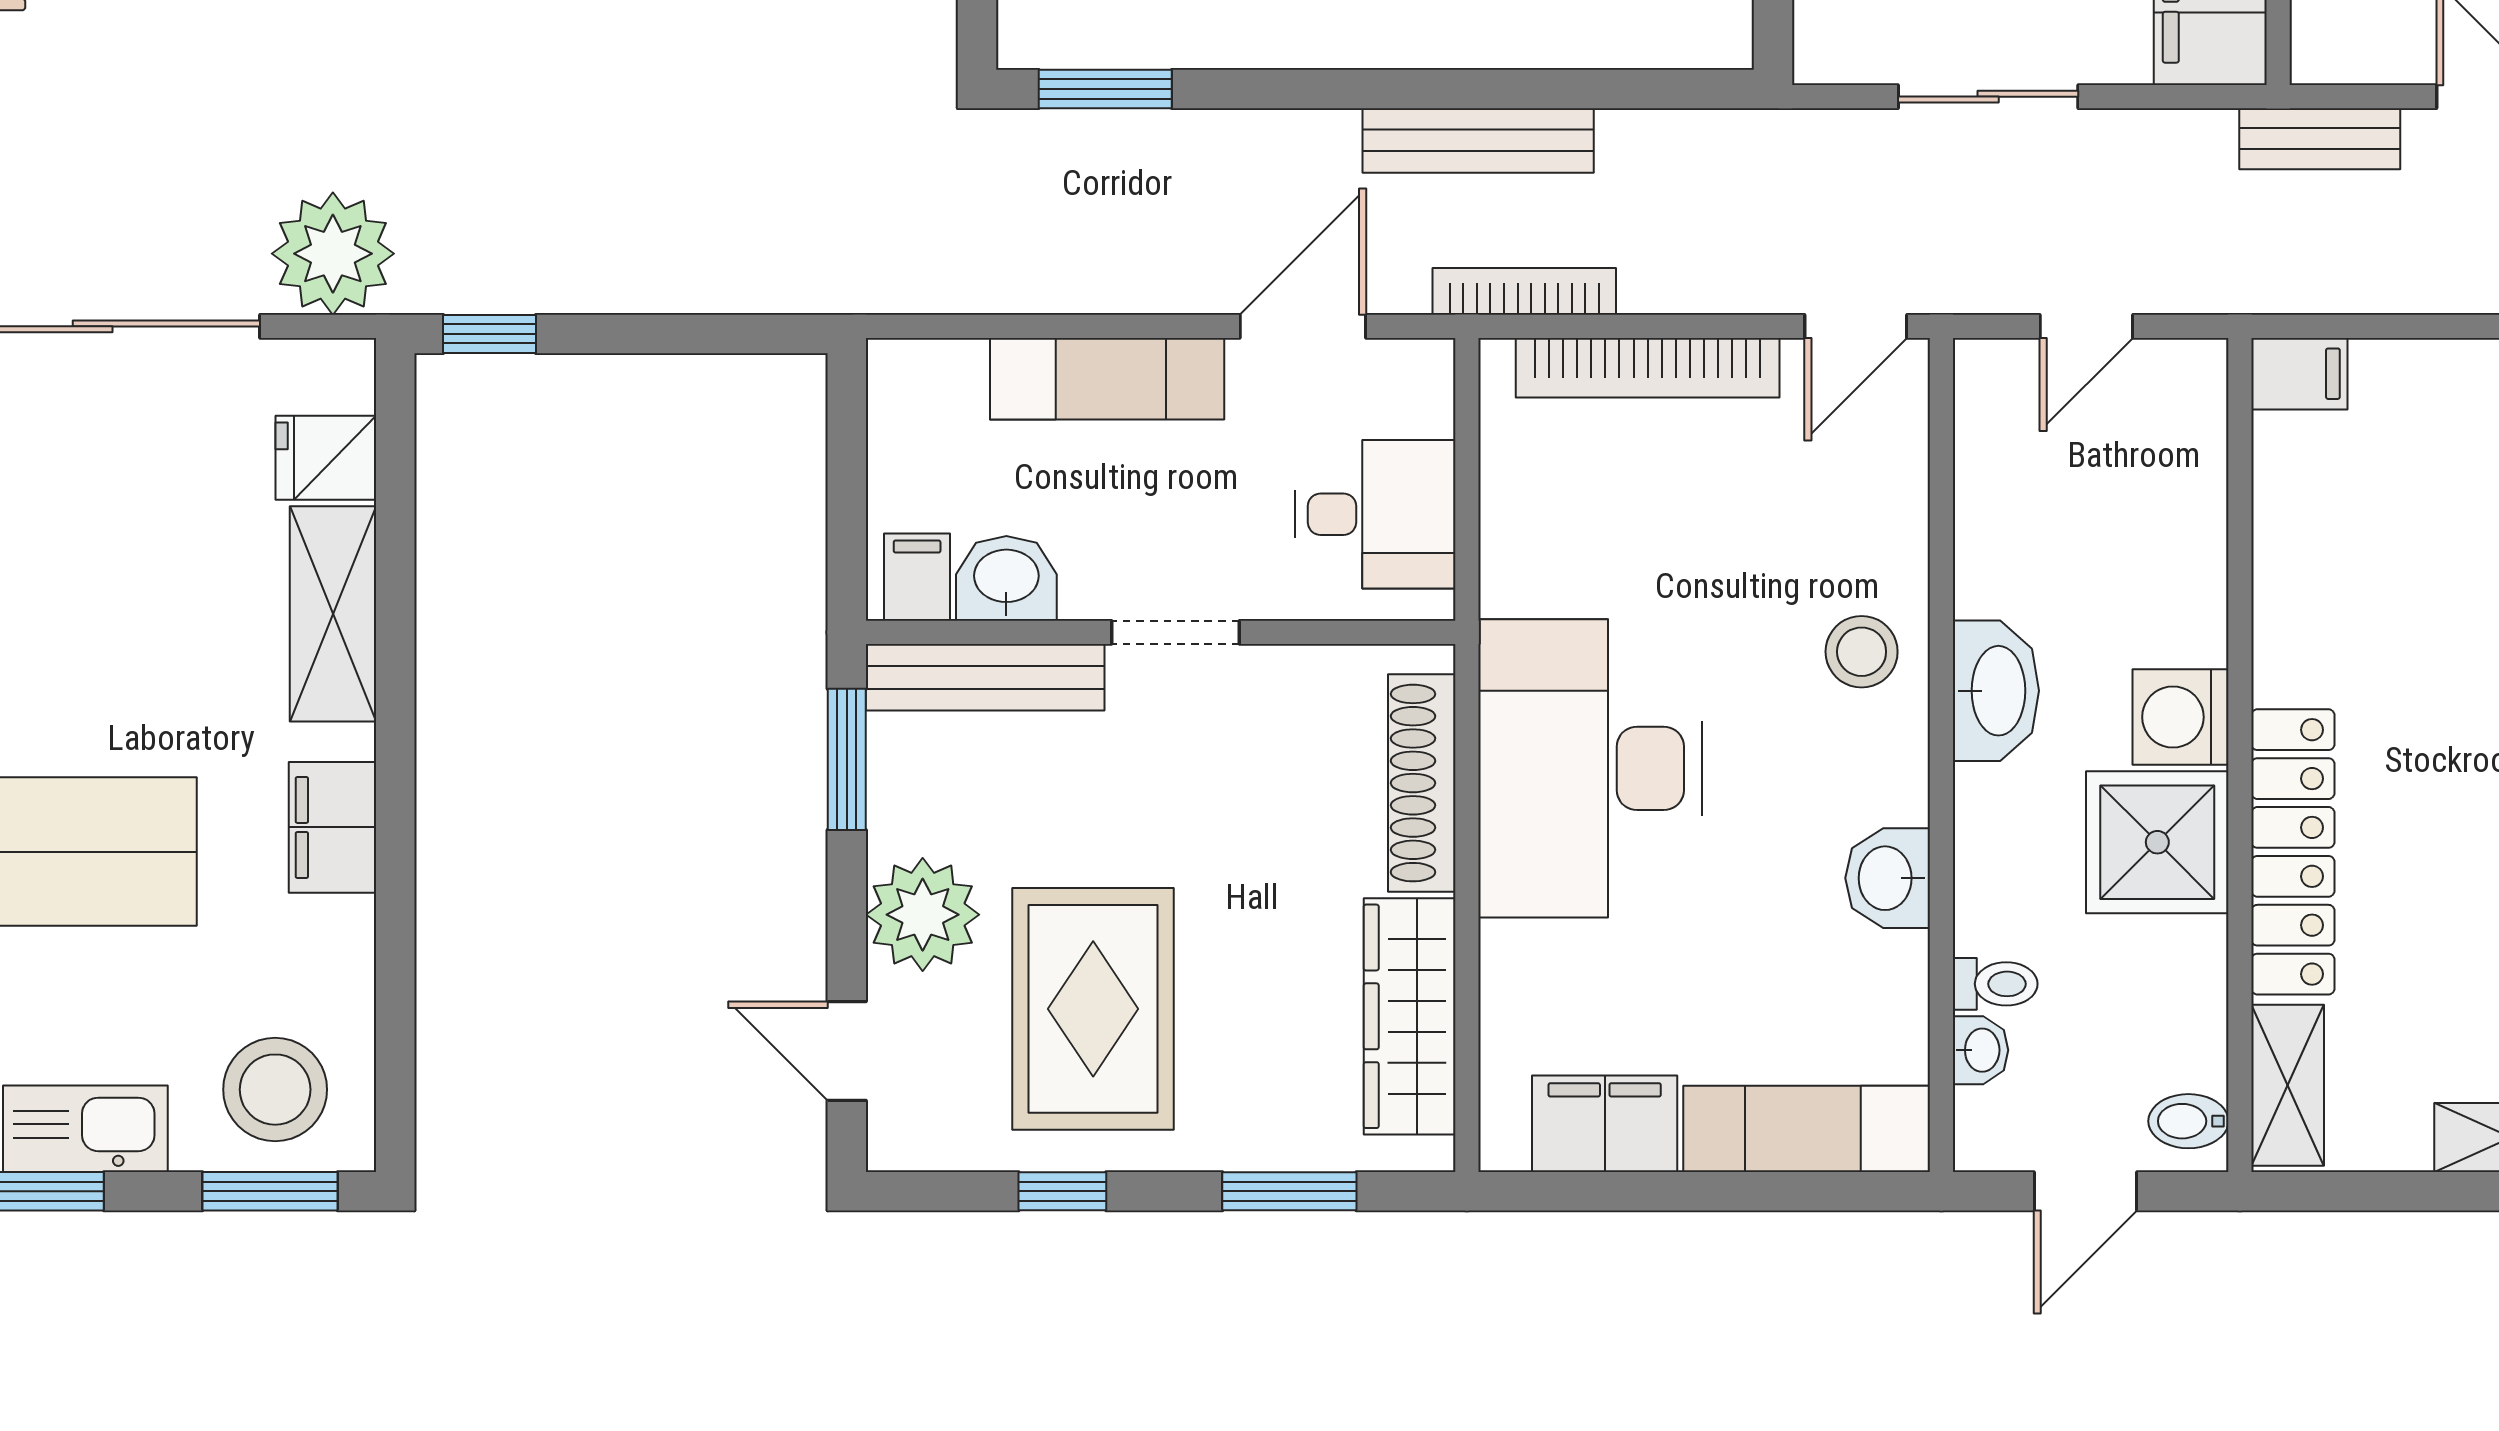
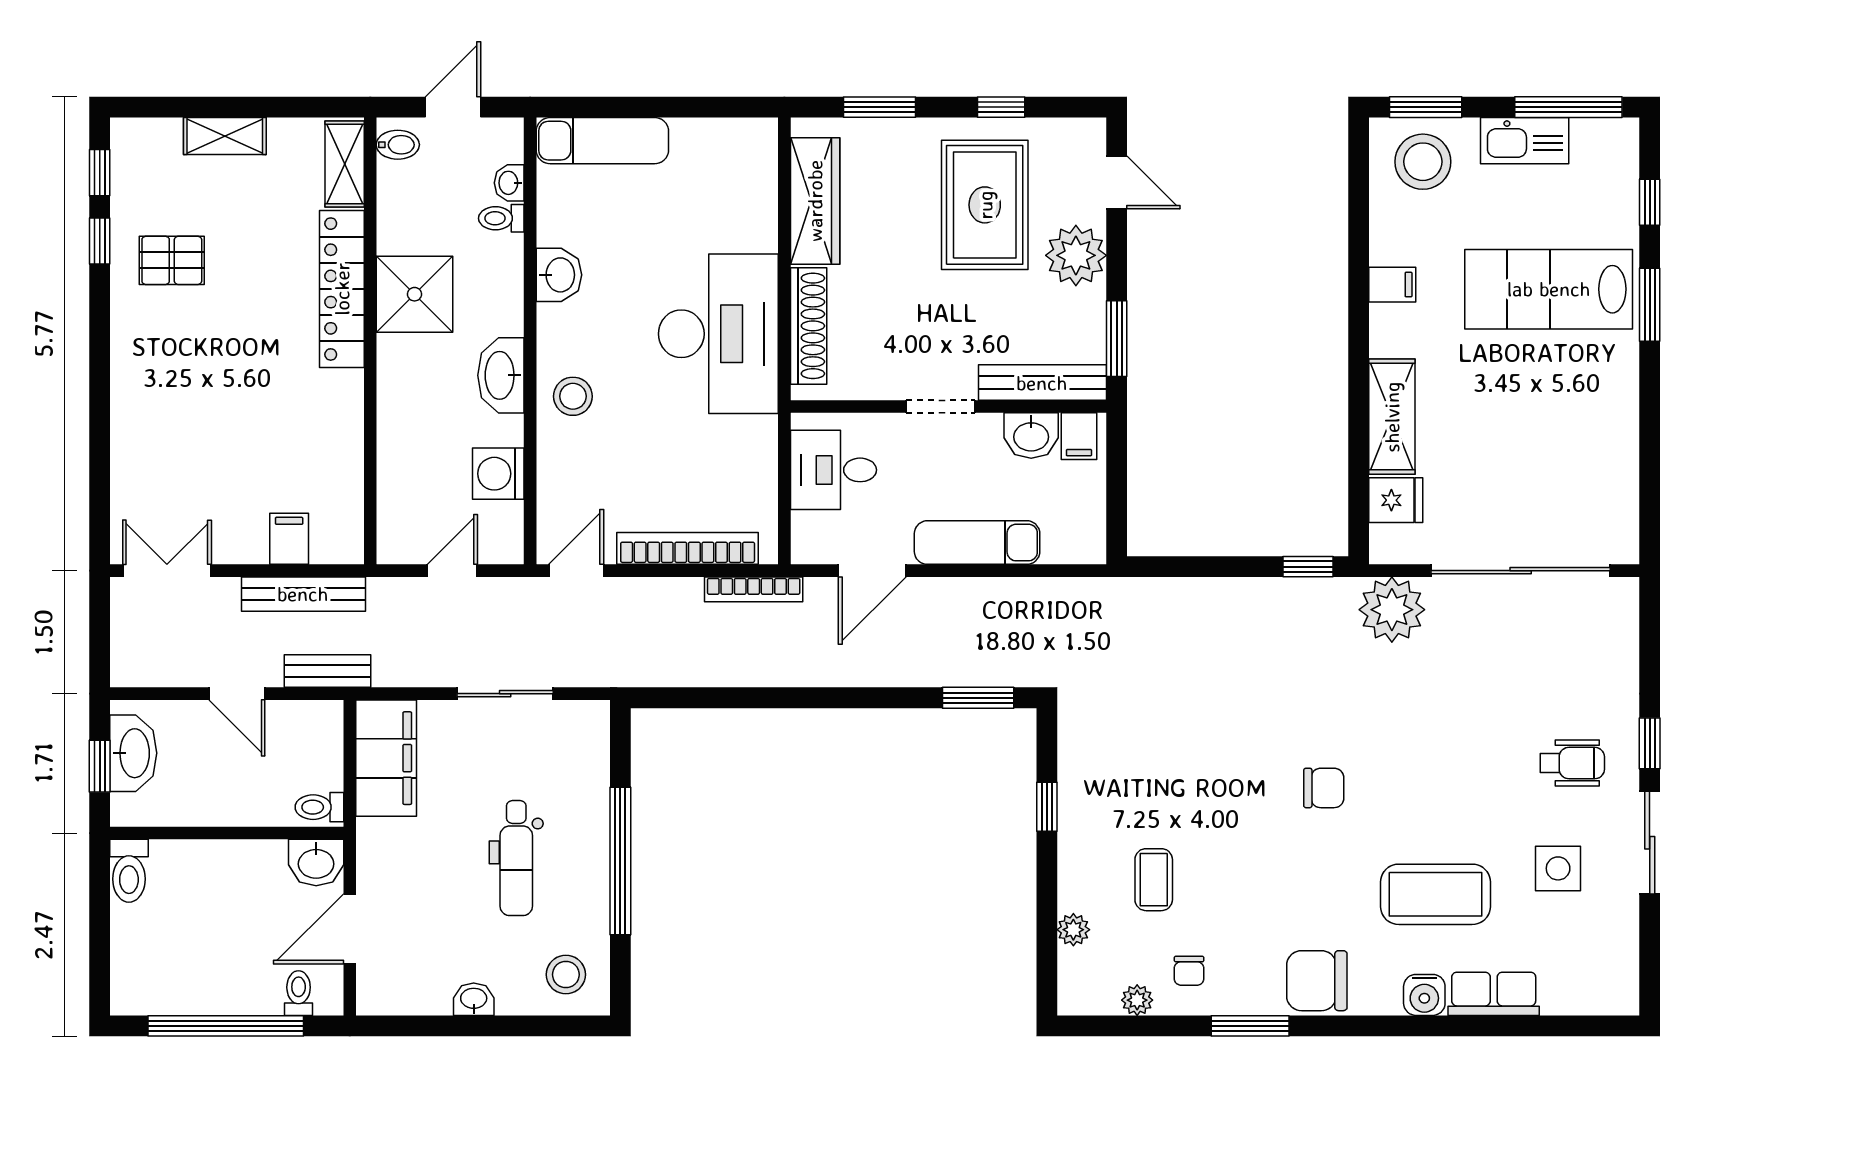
bench: (1478, 140) -> (303, 594), moved
filing cabinet: (2299, 374) -> (289, 539), moved, turned 90
washing machine: (2181, 717) -> (498, 474), moved, turned 180
filing cabinet: (332, 827) -> (1392, 285), width x0.50
filing cabinet: (1605, 1124) -> (711, 143), removed

